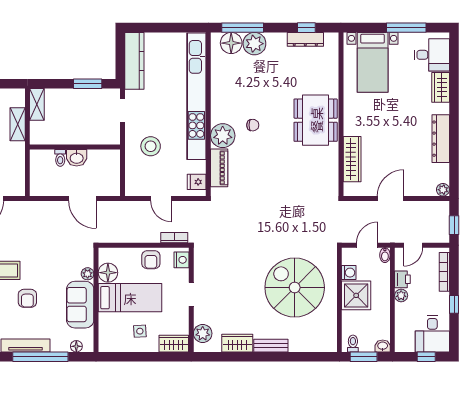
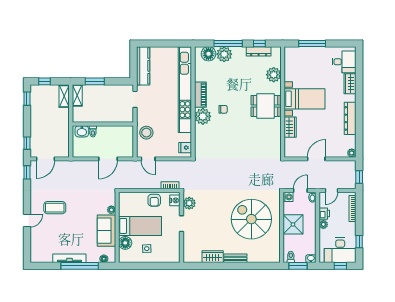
window: (243, 28) -> (228, 43), moved
window: (406, 28) -> (312, 43), moved
bed with nightstands: (373, 62) -> (305, 99), moved, turned -90
plant: (328, 74) -> (274, 75), added
window: (88, 84) -> (95, 81), moved
dining table: (316, 120) -> (266, 106), width x0.73
shelving: (18, 124) -> (64, 96), moved
stool: (151, 146) -> (146, 133), moved
washbasin: (77, 158) -> (82, 131), moved
wardrobe: (352, 159) -> (290, 127), width x0.67
piano: (219, 168) -> (200, 95), moved
door: (82, 198) -> (108, 159), hinge flipped
door: (161, 198) -> (148, 159), moved
floor lamp: (108, 273) -> (125, 243), moved
washing machine: (349, 273) -> (288, 197), moved
armchair: (27, 298) -> (71, 226), removed
window: (454, 304) -> (359, 242), moved
plant: (203, 333) -> (189, 203), moved
desk: (432, 334) -> (340, 250), width x1.37
wardrobe: (174, 344) -> (170, 257), removed

